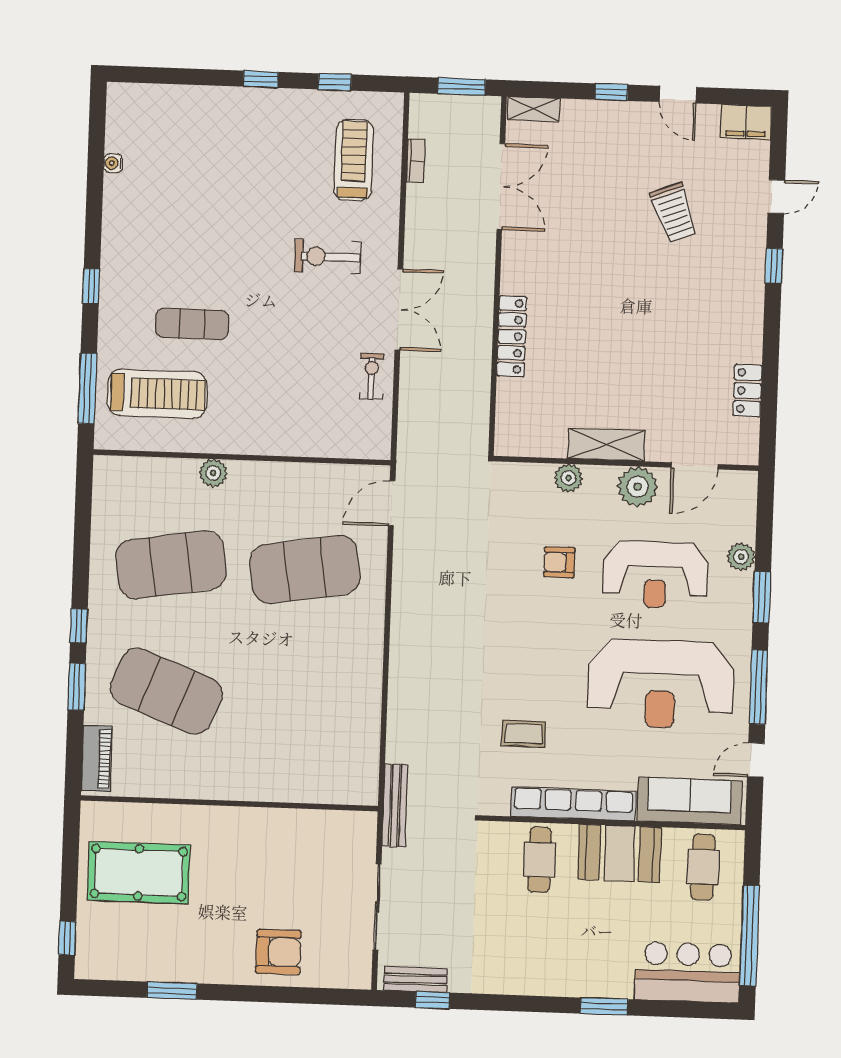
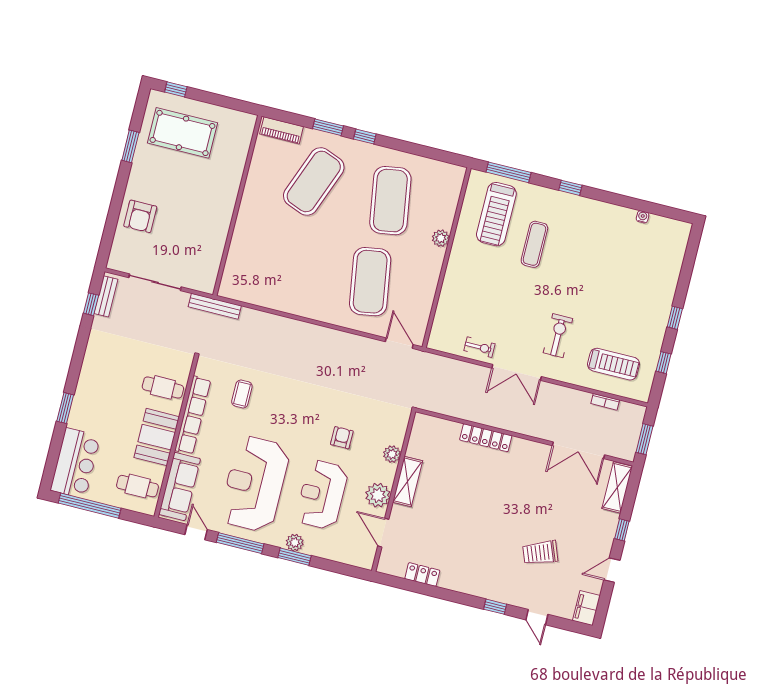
shelving: (533, 109) -> (617, 487), width x1.50, depth x1.33
plant: (741, 557) -> (295, 543), moved
pool table: (139, 873) -> (182, 133), moved, turned 90

